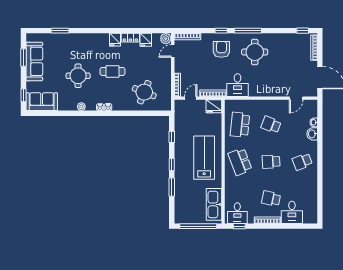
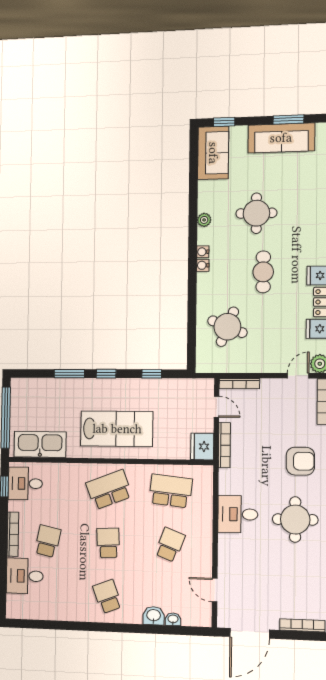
door: (173, 51) -> (298, 376), hinge flipped
desk: (237, 85) -> (238, 514), moved

